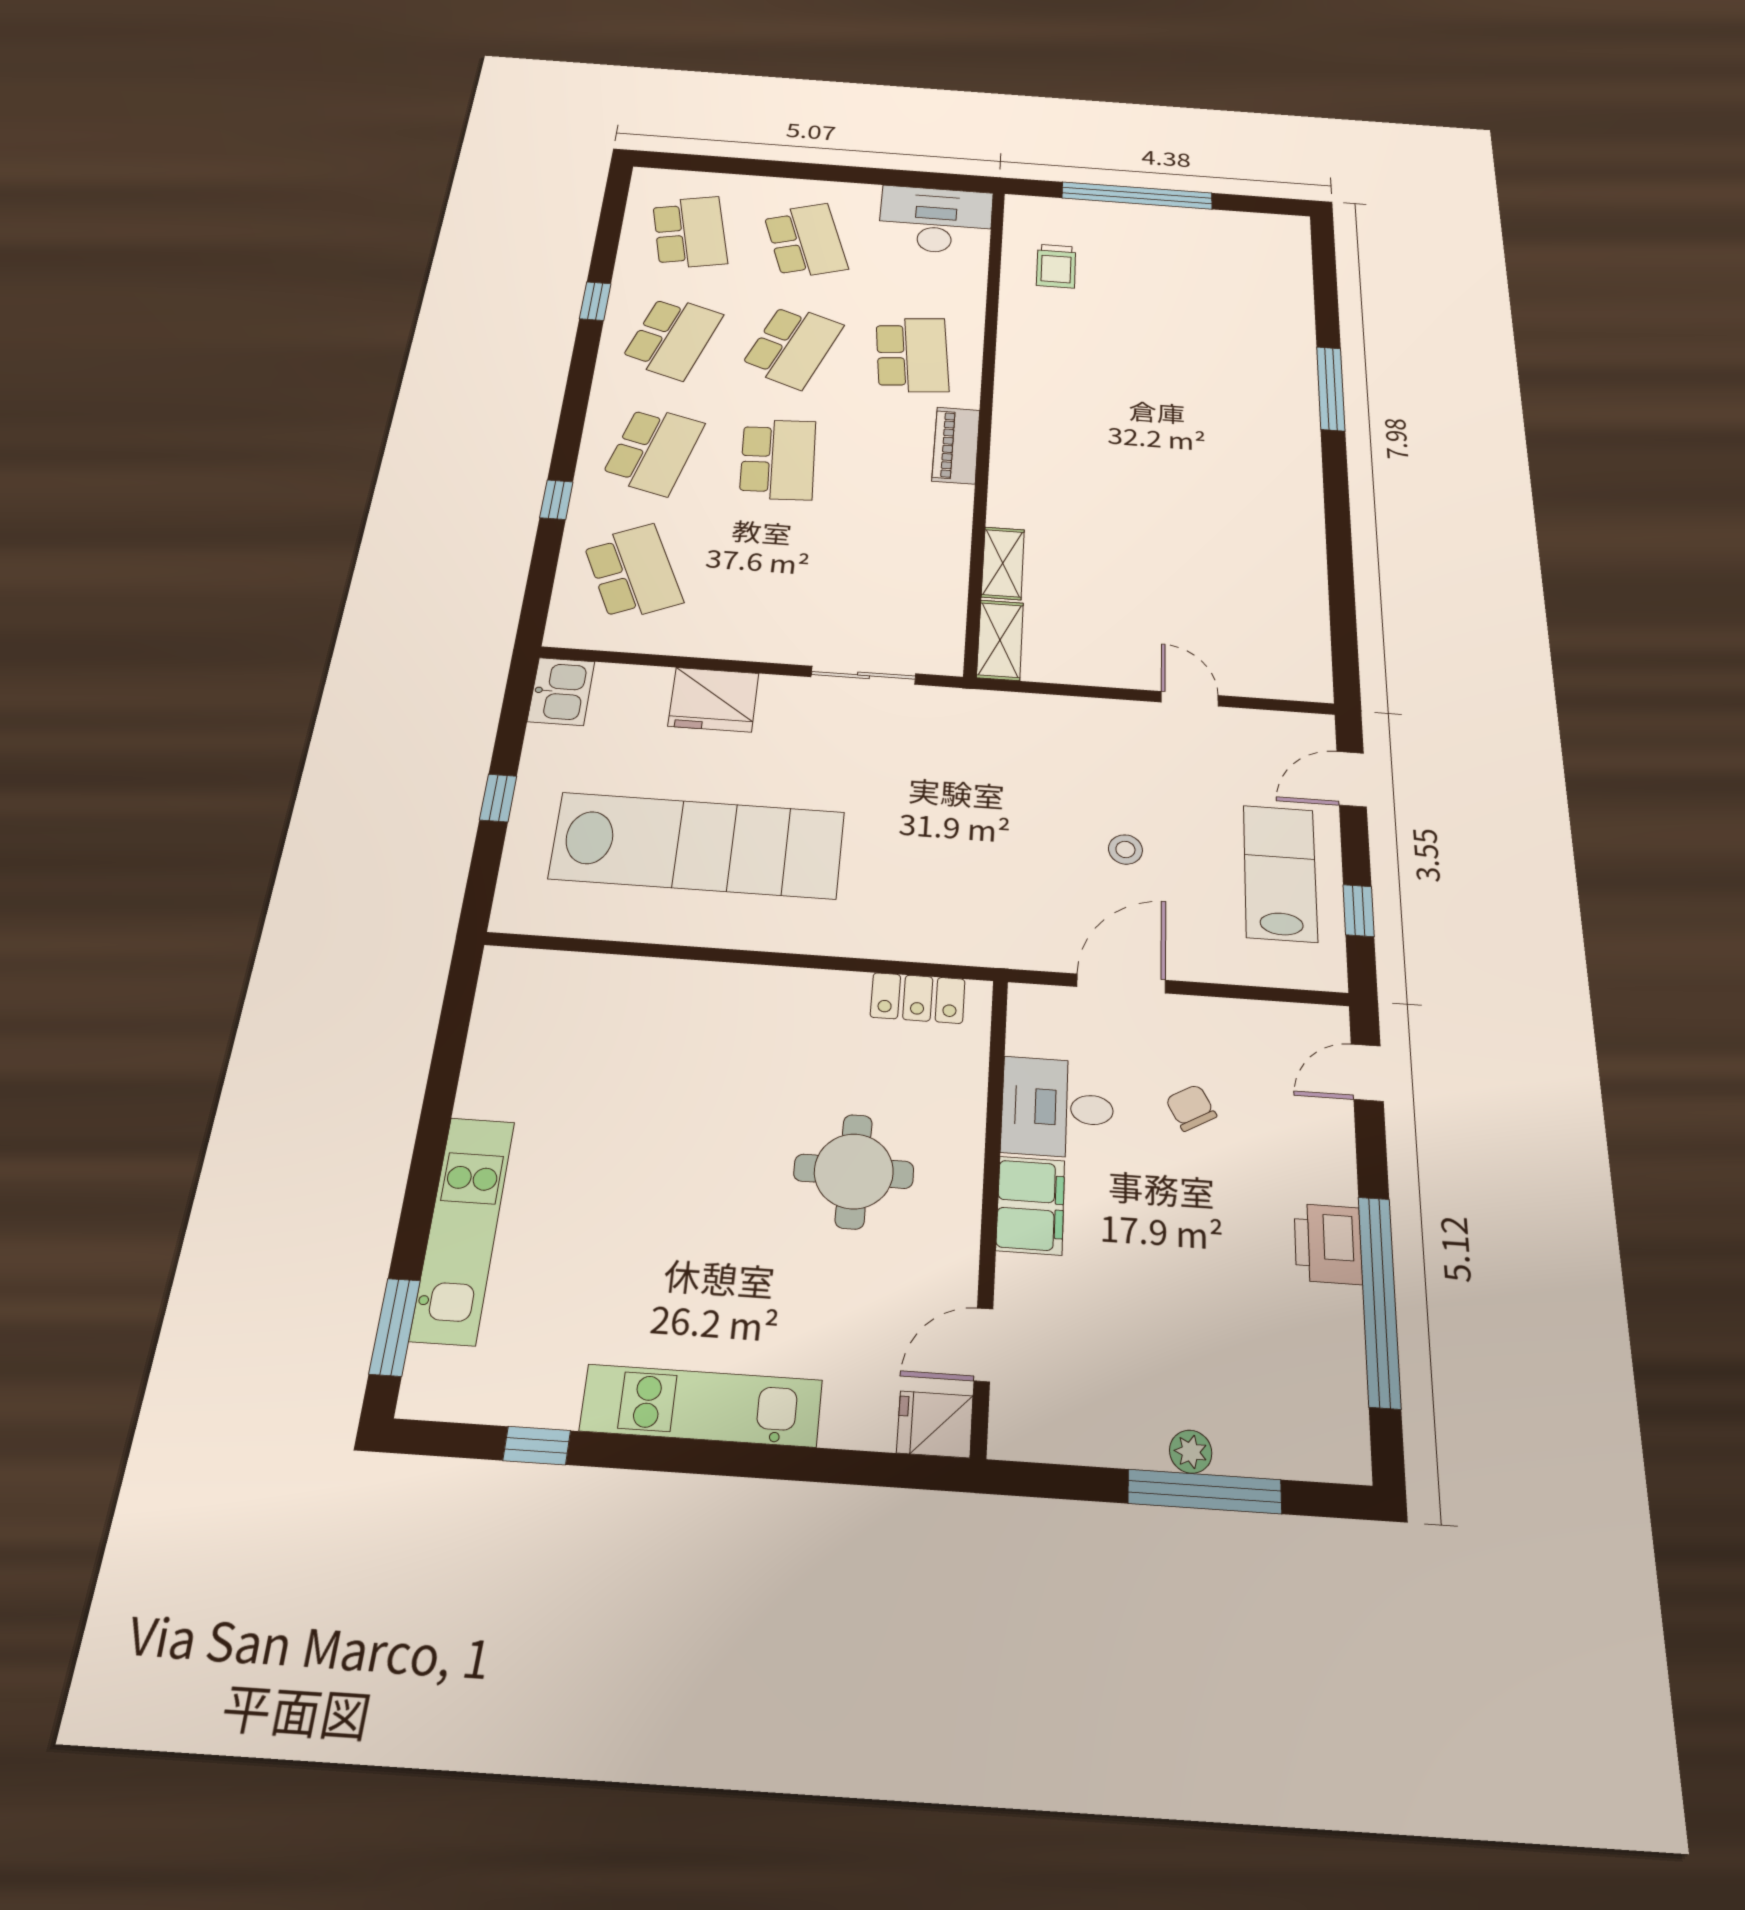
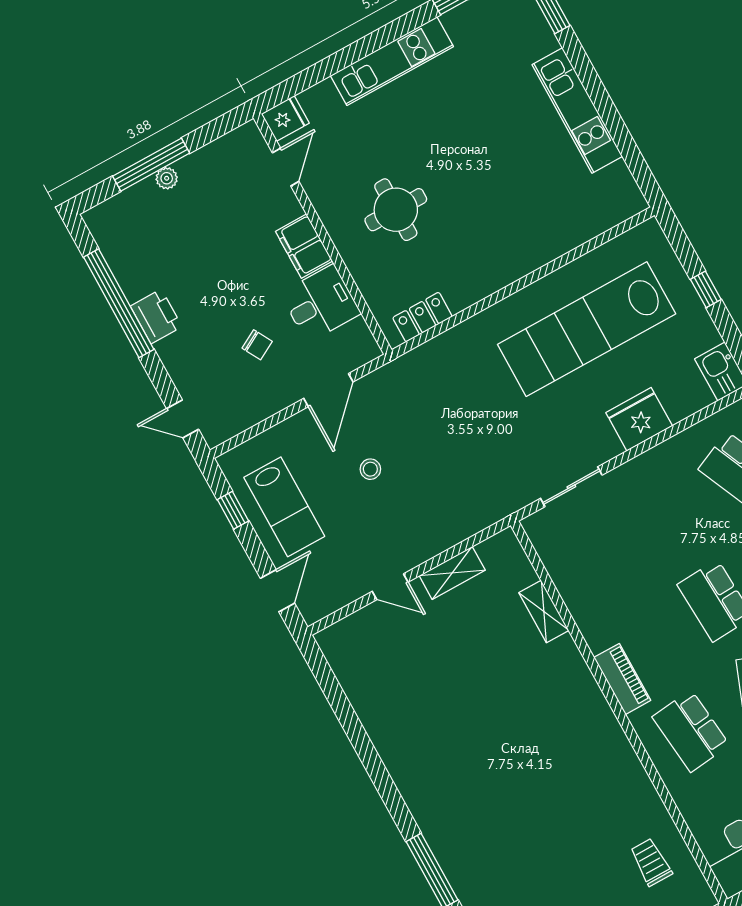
shelving: (1000, 640) -> (452, 573), moved, turned 90
door: (1367, 1073) -> (183, 419), swing flipped
kitchen unit: (463, 1229) -> (577, 110), moved

